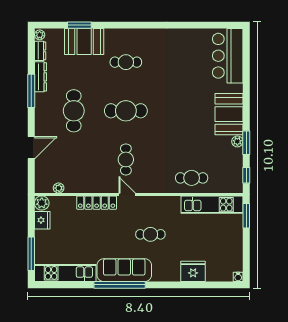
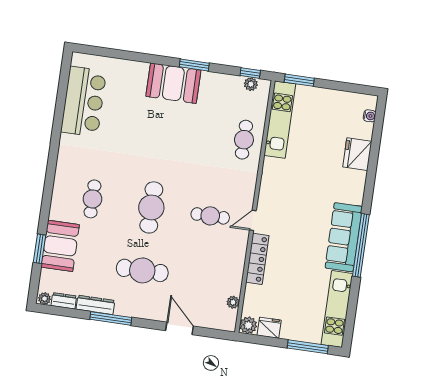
bar counter: (228, 56) -> (84, 101), moved, turned -90
plant: (237, 141) -> (251, 84), moved
window: (246, 143) -> (194, 65), moved
cafe table: (150, 234) -> (305, 199), removed
water cooler: (238, 277) -> (370, 116), moved

